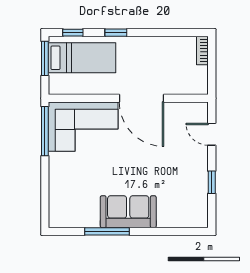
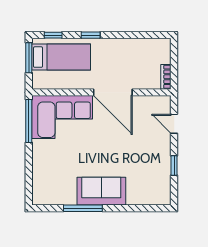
bookcase: (202, 50) -> (166, 77), moved

